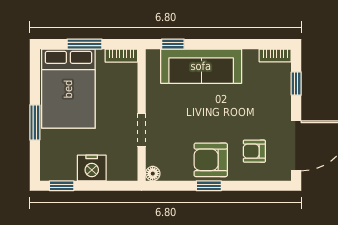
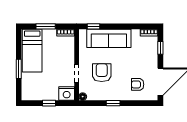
bed: (68, 89) -> (32, 51), width x0.67
armchair: (211, 160) -> (102, 73), moved, turned 90
nightstand: (92, 168) -> (67, 94), moved
window: (62, 186) -> (49, 103), moved

